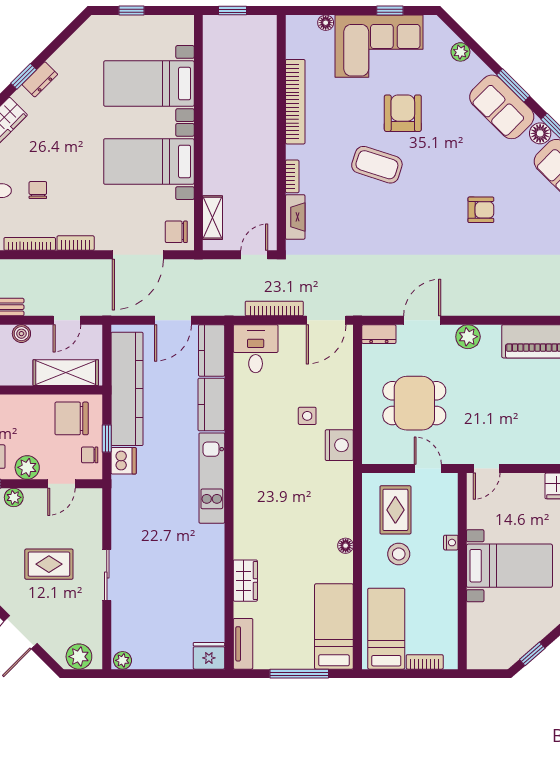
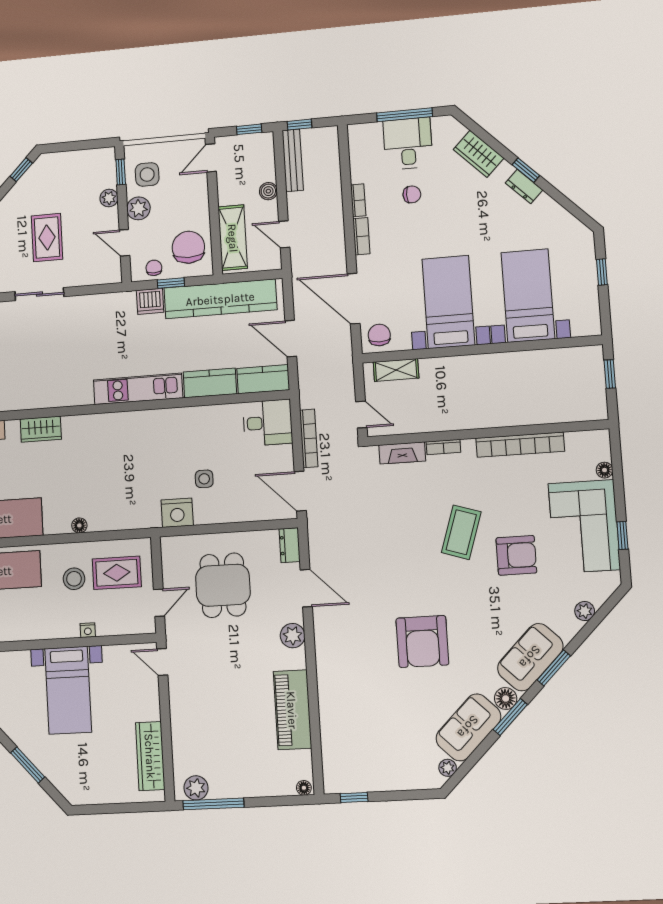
armchair: (481, 210) -> (422, 641), width x1.88, depth x1.88
bookcase: (30, 244) -> (358, 200), width x0.64

